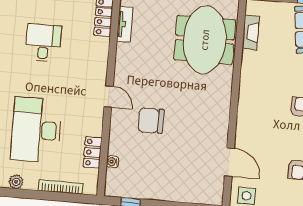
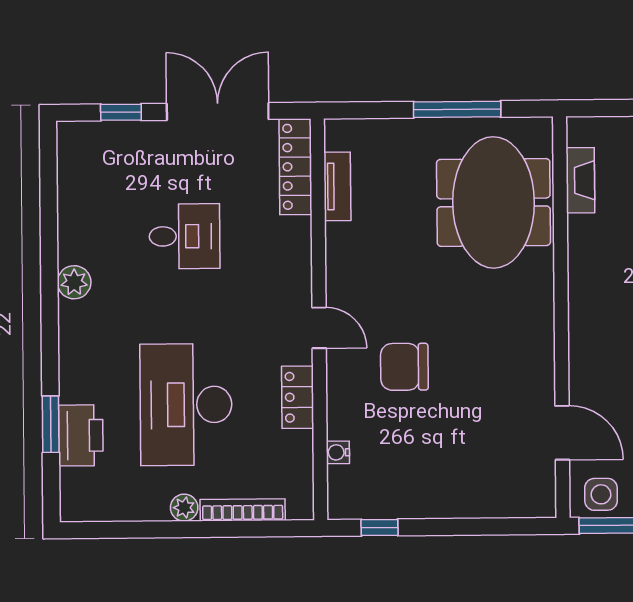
desk: (43, 43) -> (184, 236), turned 90
locker: (93, 152) -> (298, 397), moved
plant: (16, 182) -> (184, 508), moved

